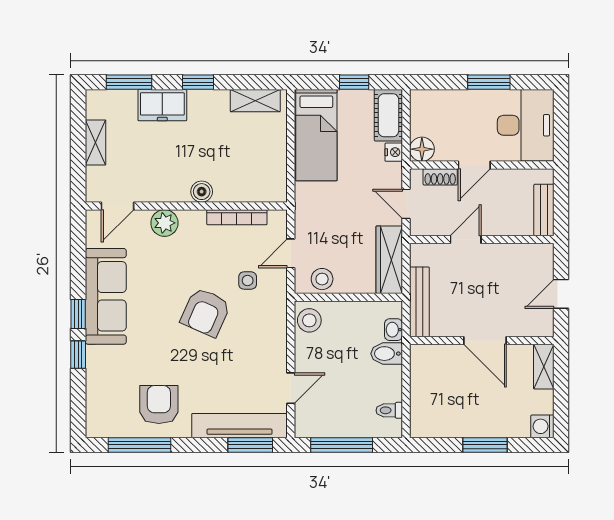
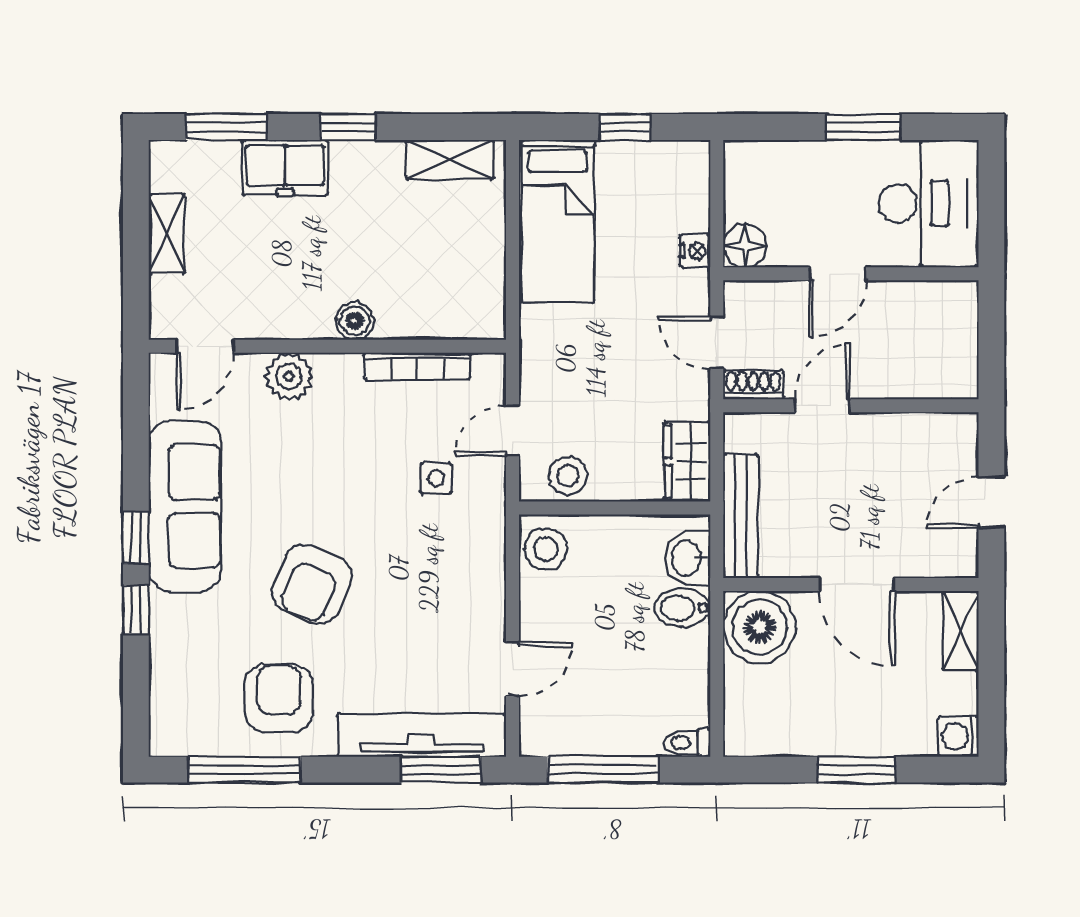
cot: (388, 115) -> (686, 186), removed
shoe rack: (440, 177) -> (753, 385), moved, turned 180
bench: (544, 210) -> (961, 353), removed
wardrobe: (389, 260) -> (687, 461), width x0.67
armchair: (206, 312) -> (312, 584), moved
washbasin: (394, 330) -> (688, 558), width x1.38, depth x1.45
boiler: (430, 365) -> (760, 627), added
toilet: (389, 410) -> (687, 743), moved

